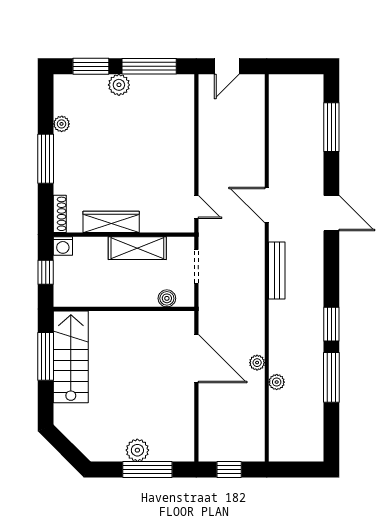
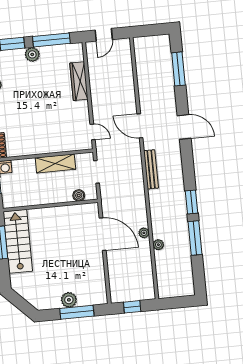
wardrobe: (111, 222) -> (79, 81), moved, turned -90

